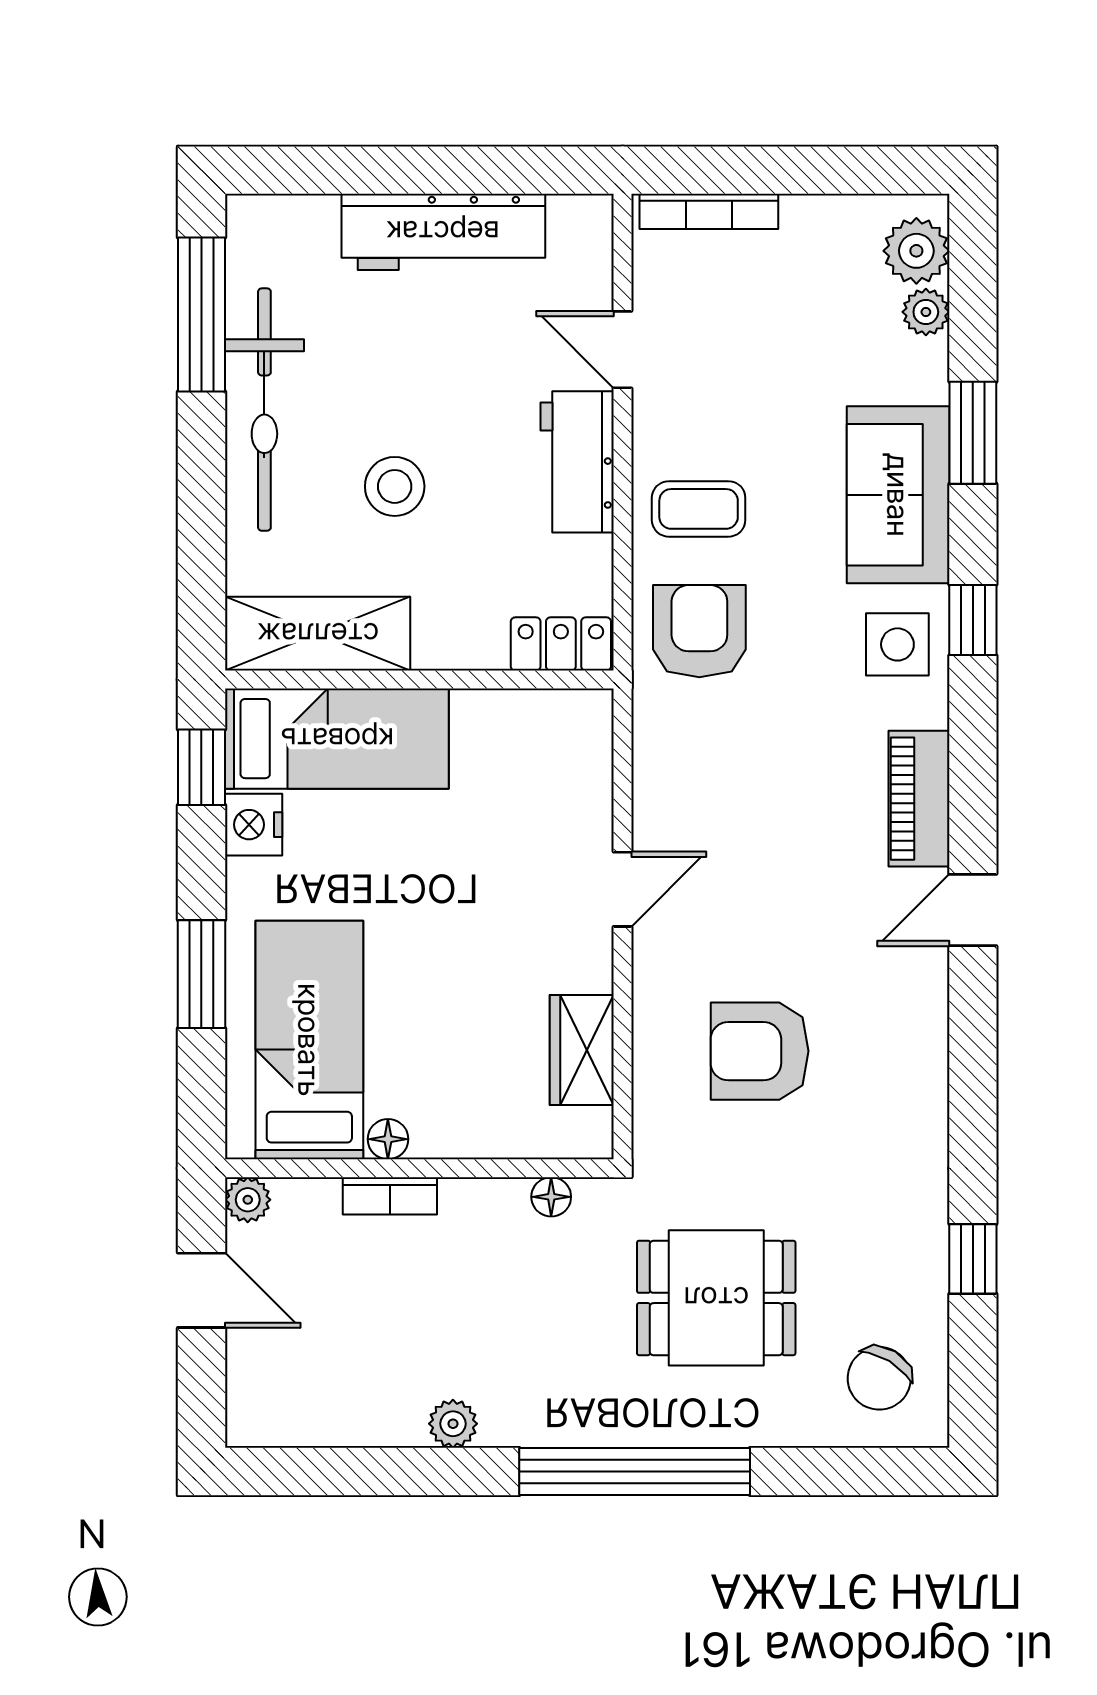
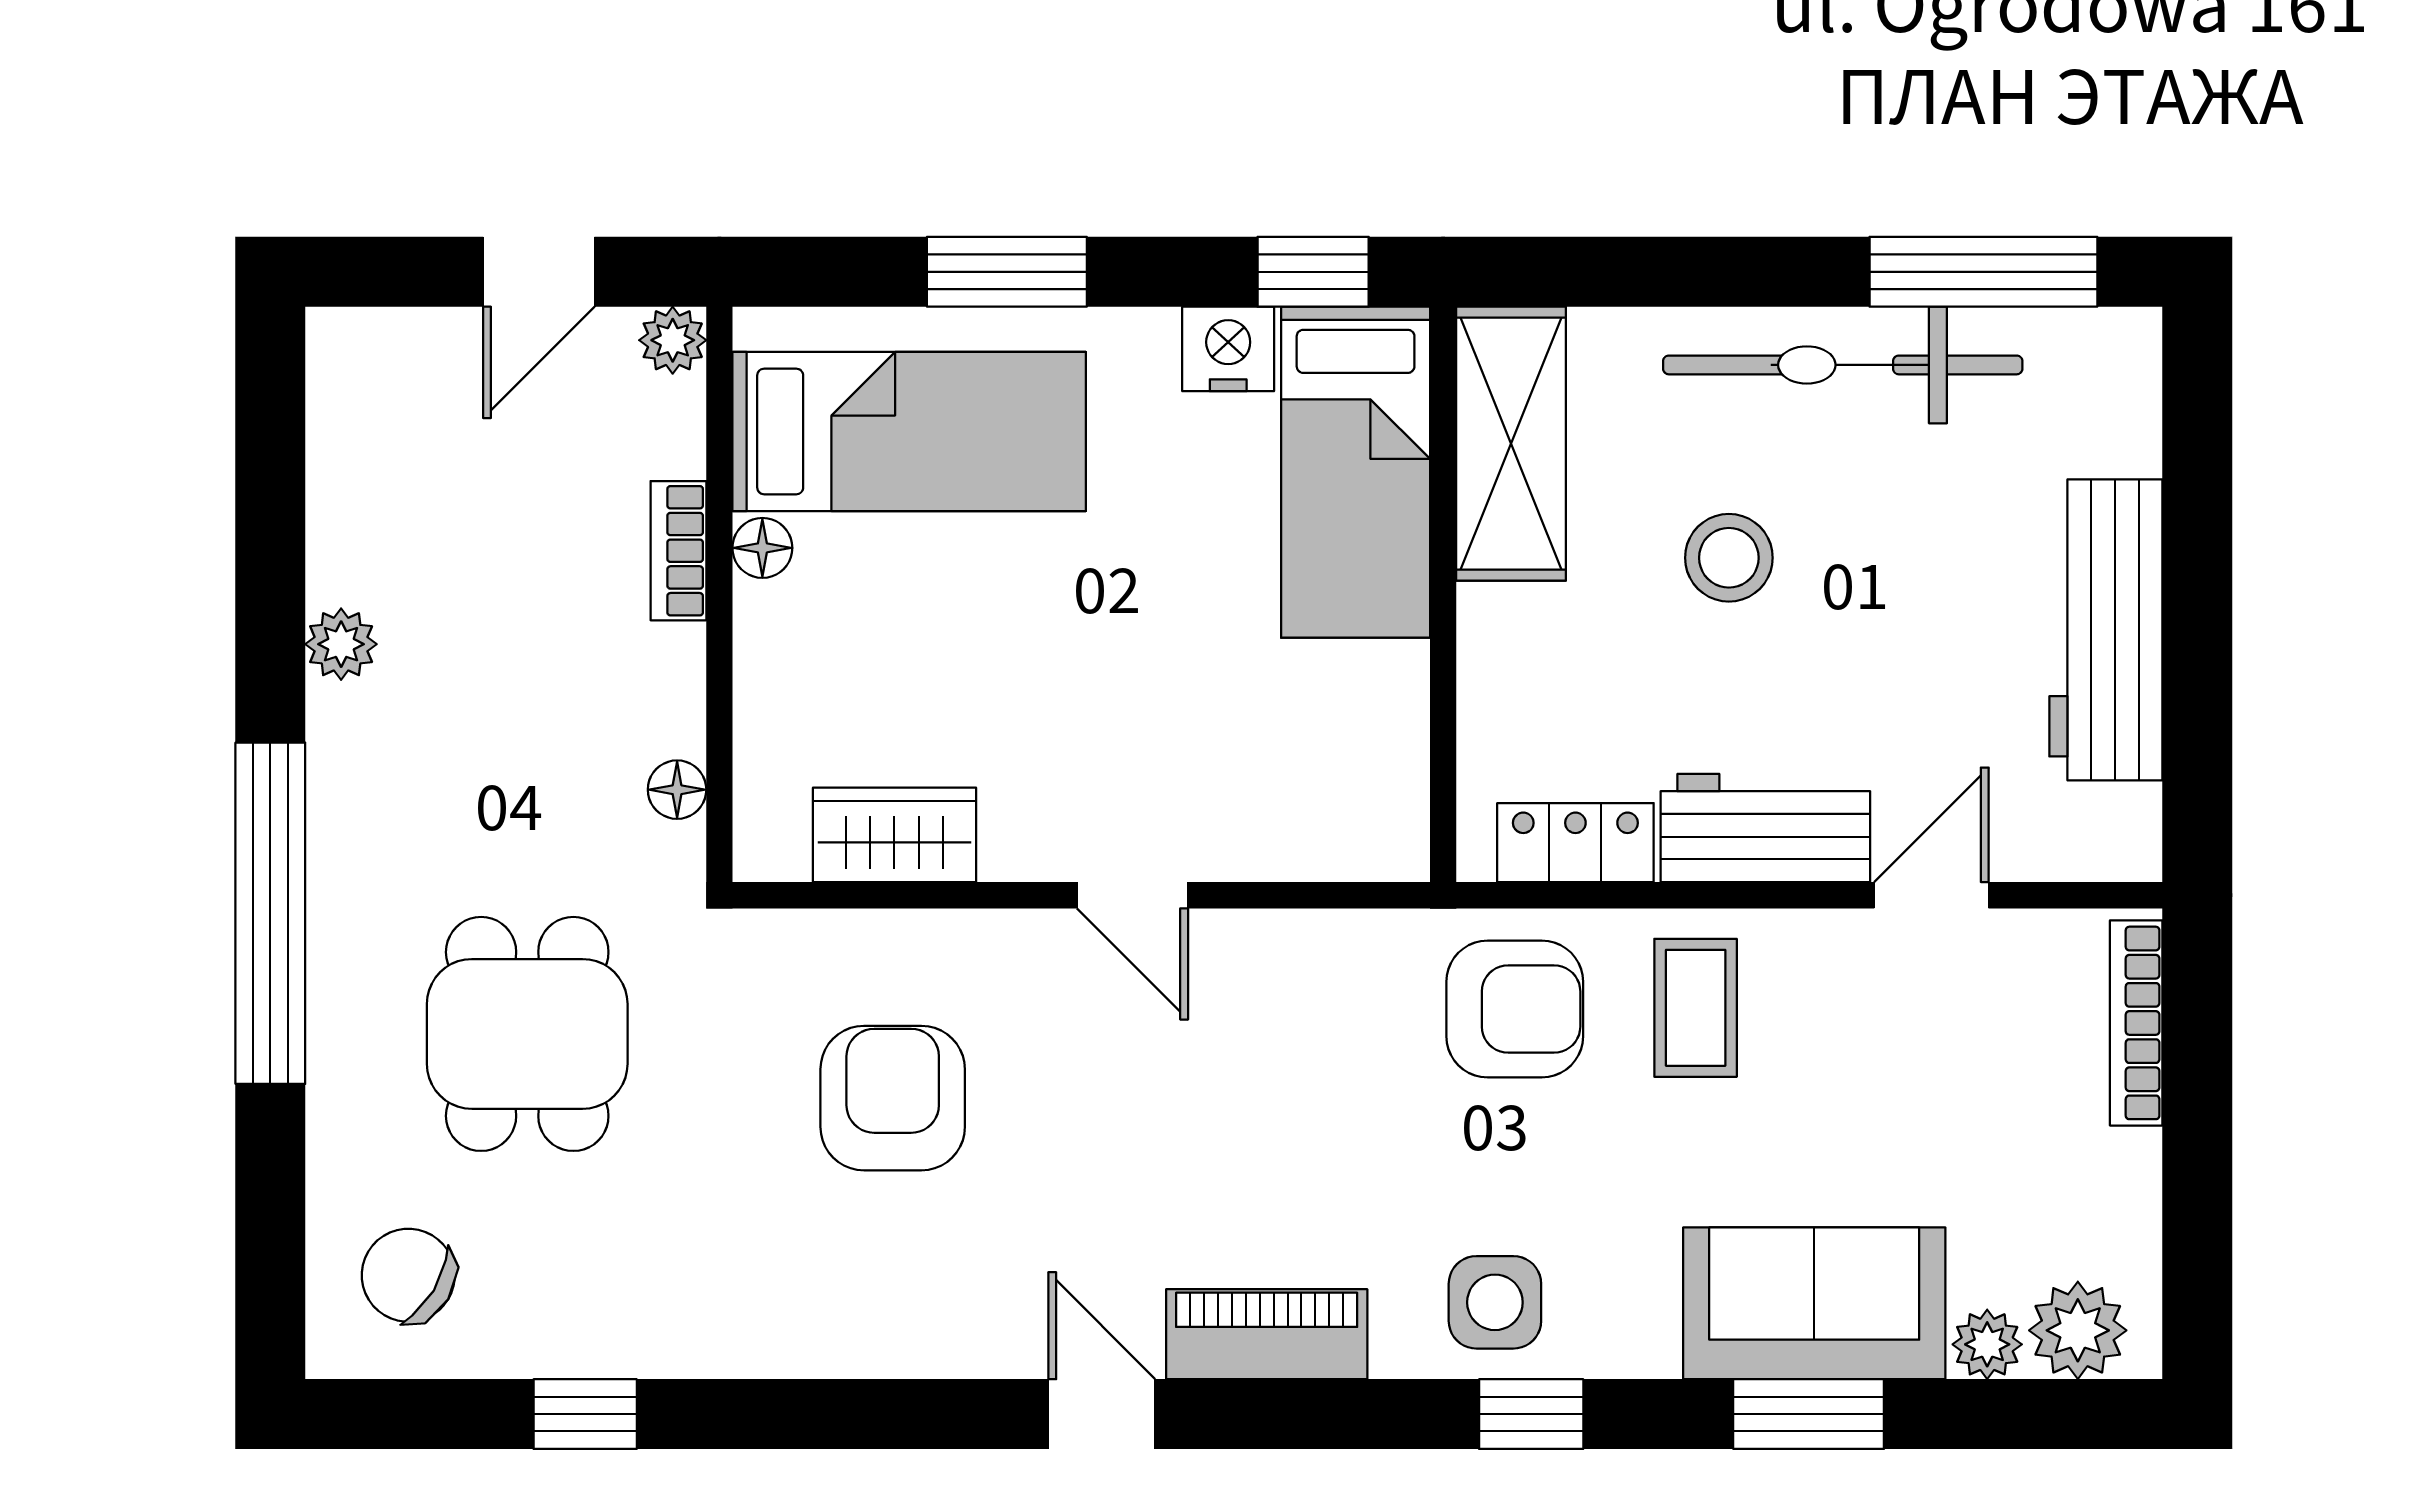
sofa: (898, 495) -> (1814, 1303), moved
locker: (561, 644) -> (1575, 843), moved, turned -90

